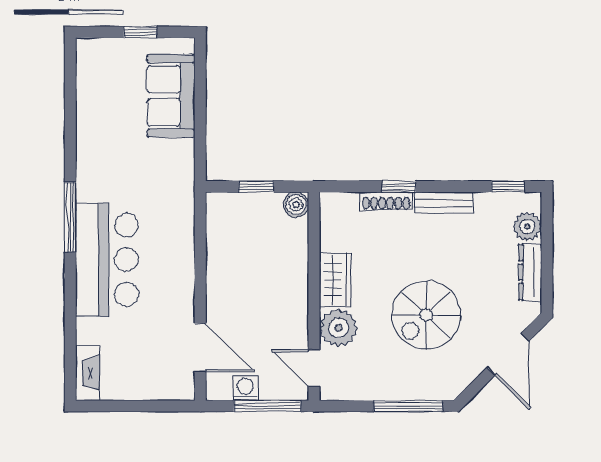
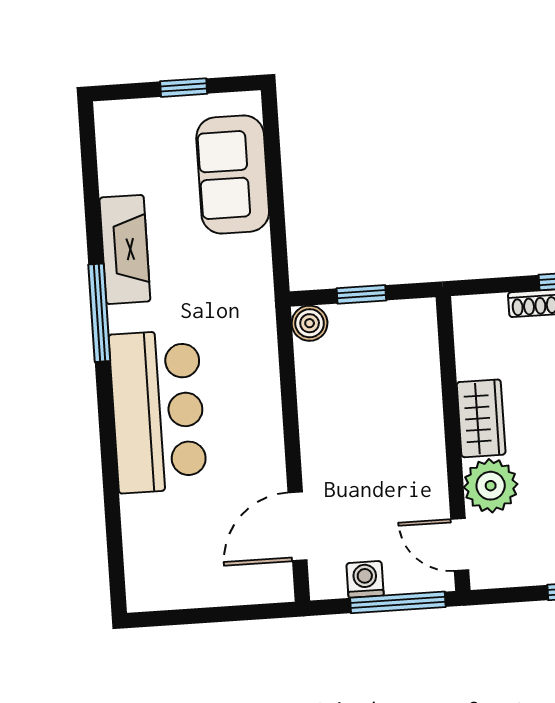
boiler: (296, 205) -> (310, 323), moved
window: (70, 217) -> (99, 313), moved
door: (200, 347) -> (298, 526), swing flipped
fireplace: (87, 373) -> (125, 249), moved, width x1.37, depth x1.32

